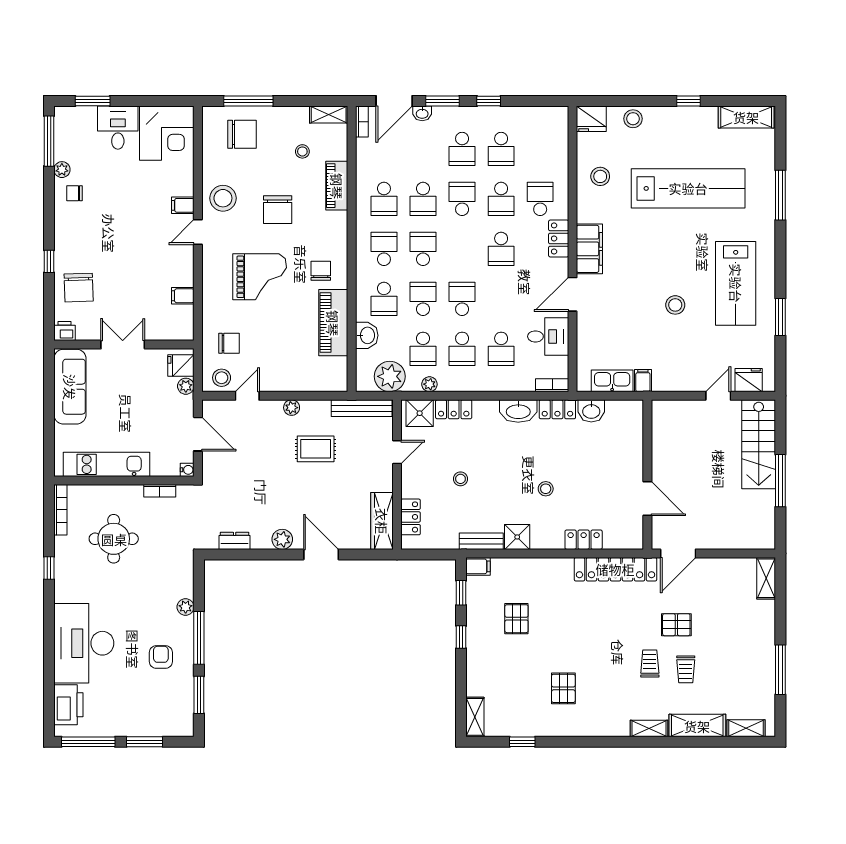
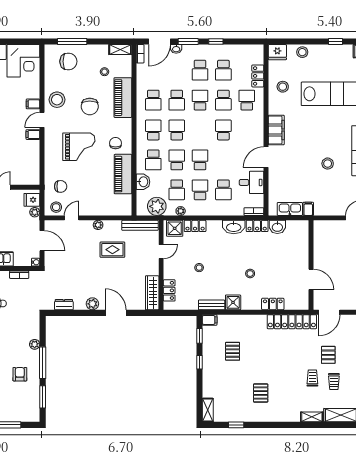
piano: (337, 186) -> (123, 98), width x1.37, depth x1.33
locker: (559, 238) -> (258, 76), moved
school desk: (501, 249) -> (223, 130), turned 180
filing cabinet: (183, 296) -> (33, 135), moved
school desk: (462, 349) -> (200, 190), turned 180
pallet: (676, 625) -> (328, 355), turned 90

